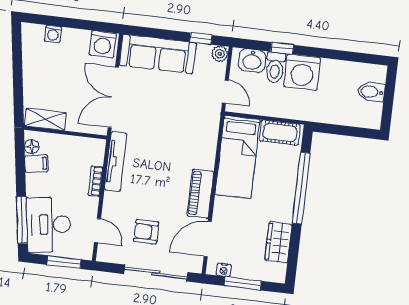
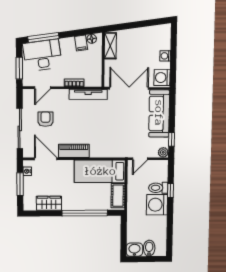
washing machine: (53, 34) -> (165, 56), moved
washbasin: (252, 61) -> (134, 250), moved, turned 90

